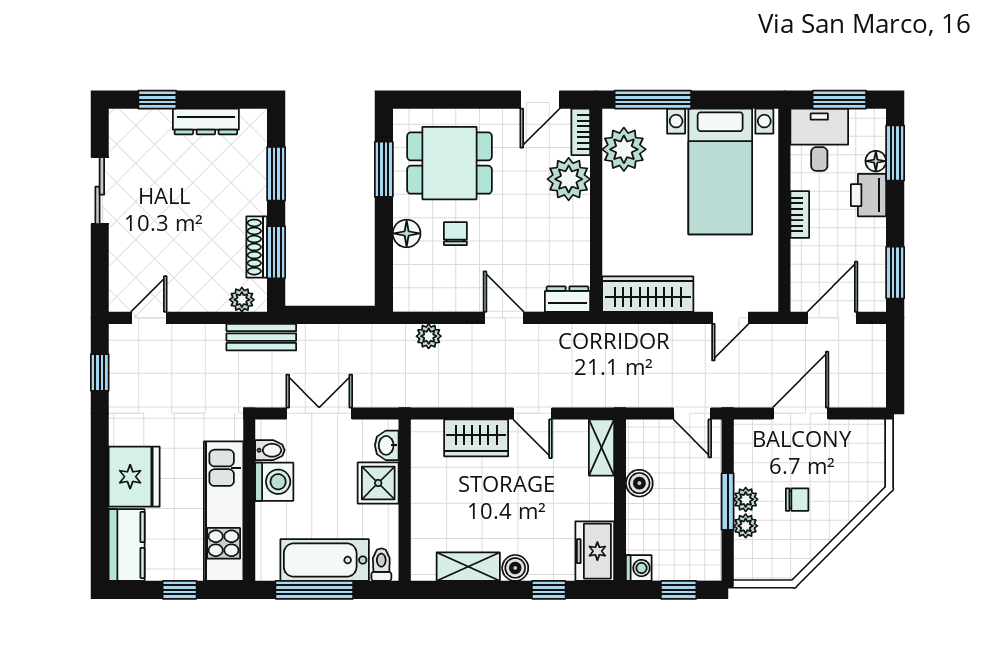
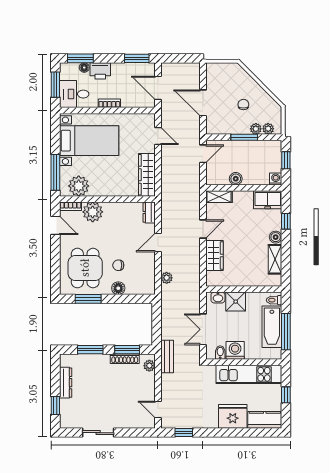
plant: (746, 499) -> (268, 129), moved

